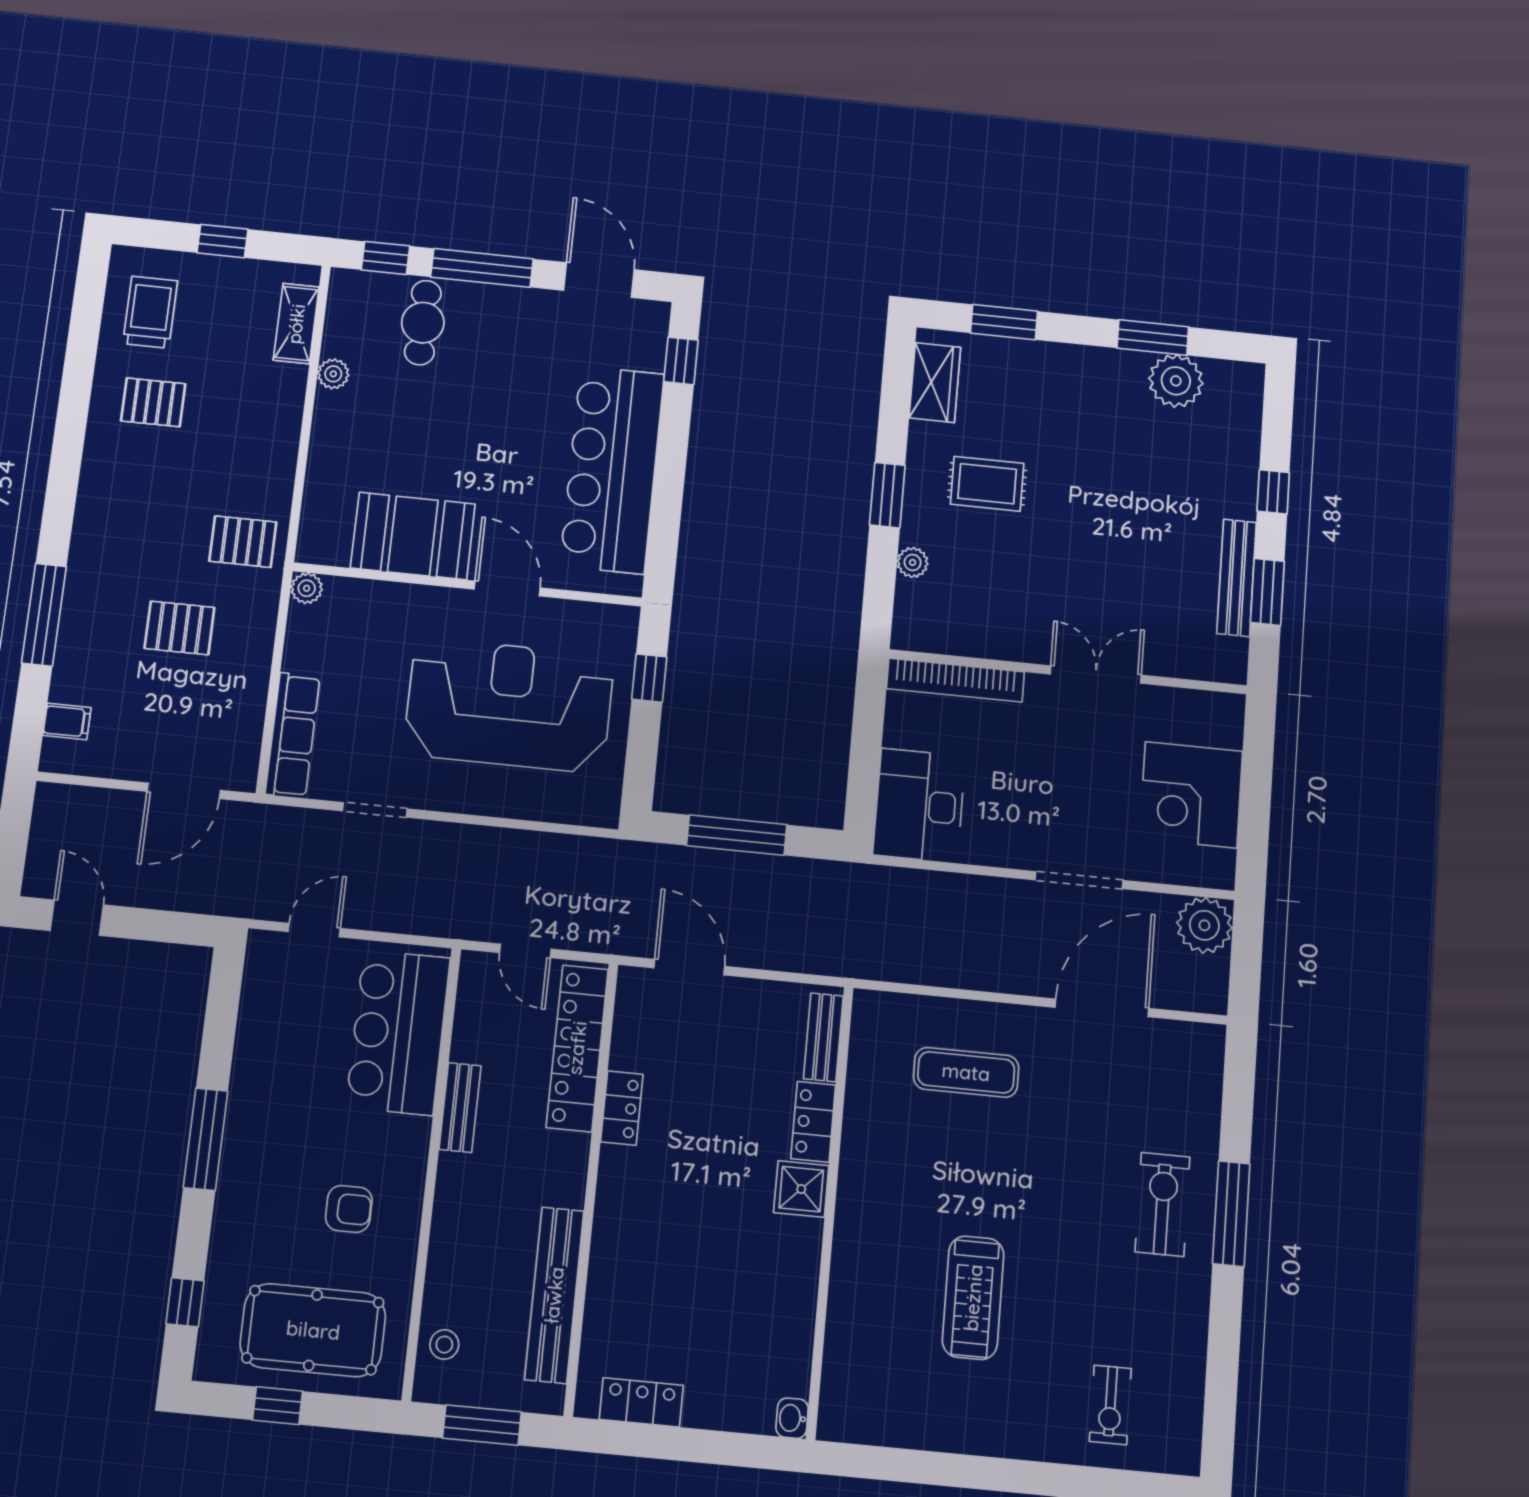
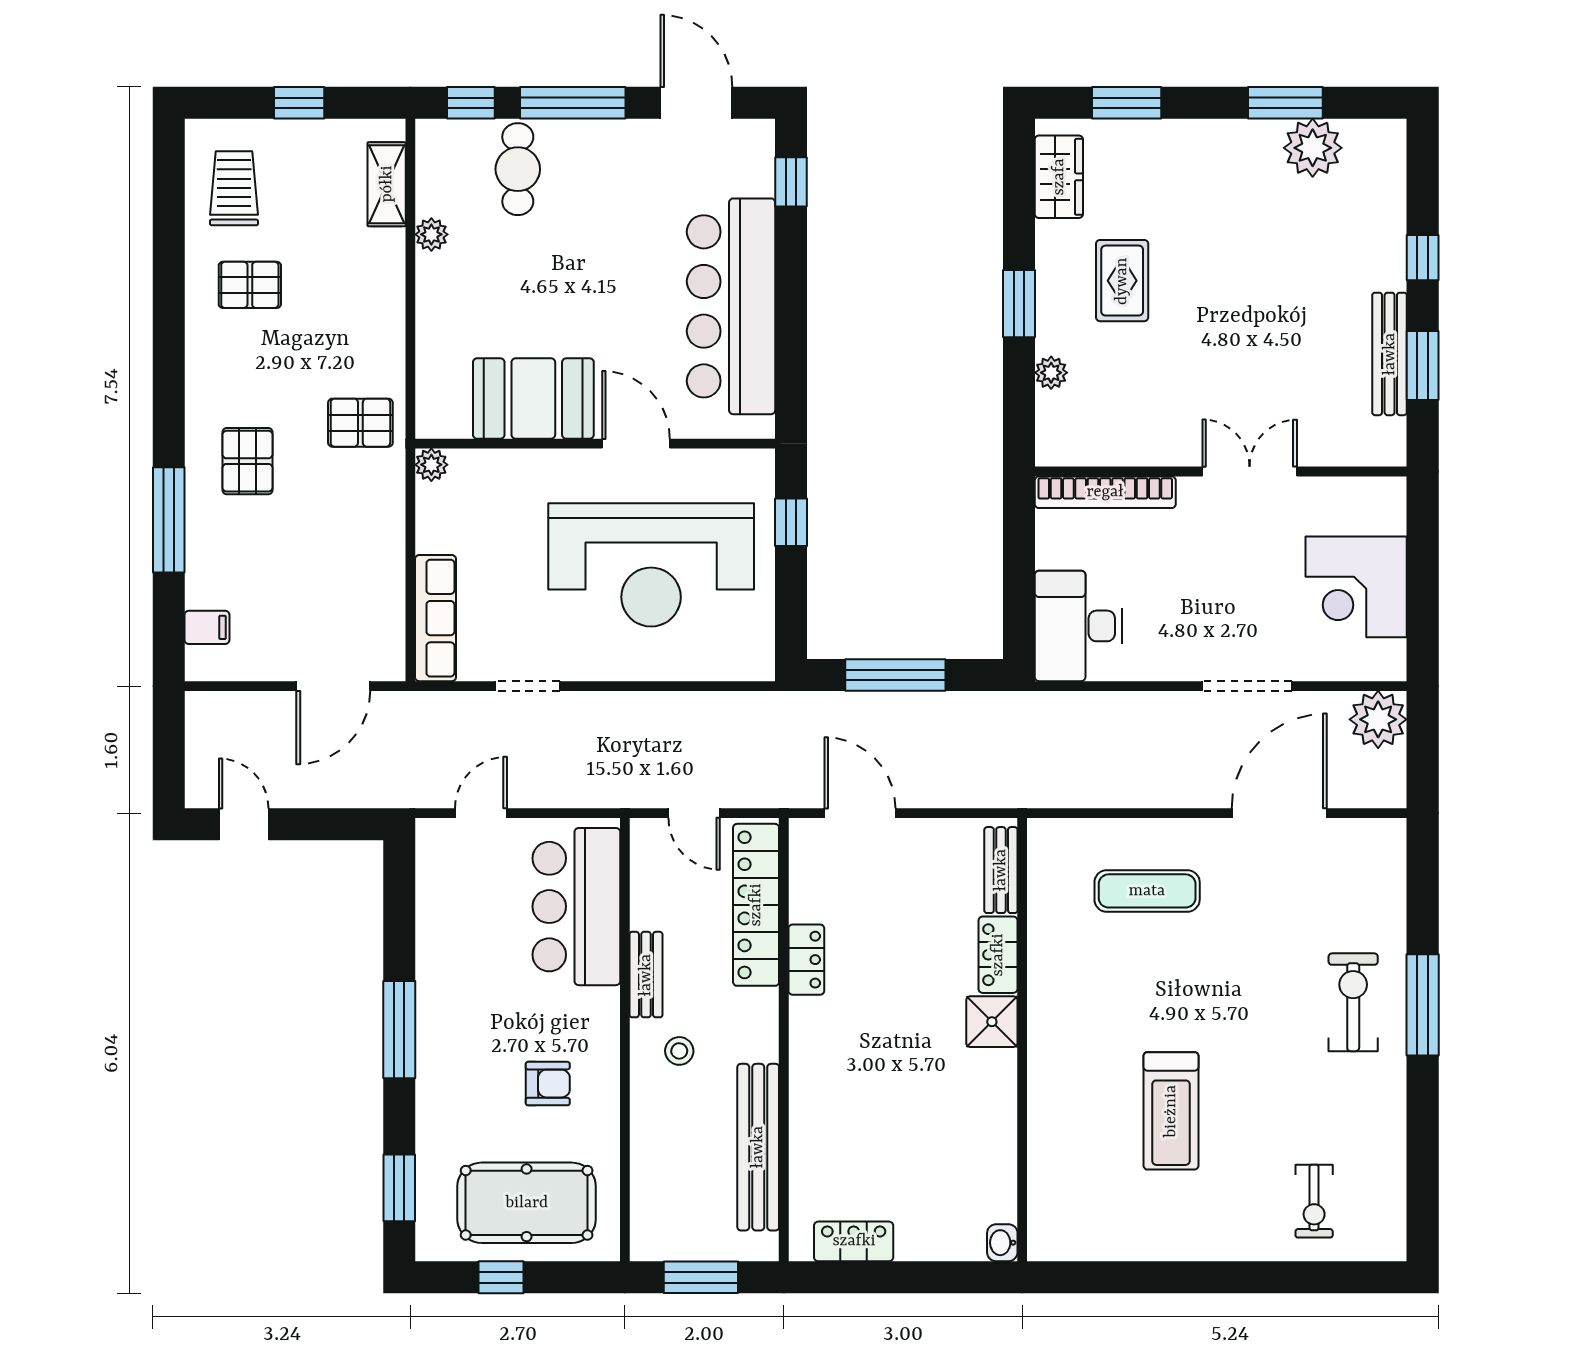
rug: (987, 484) -> (1122, 281), turned 90
pallet: (179, 628) -> (247, 461), moved, turned 90
reception desk: (509, 705) -> (651, 565), turned 180
window: (185, 1302) -> (399, 1188), width x1.50
stool: (444, 1345) -> (679, 1051), moved

